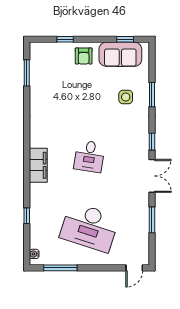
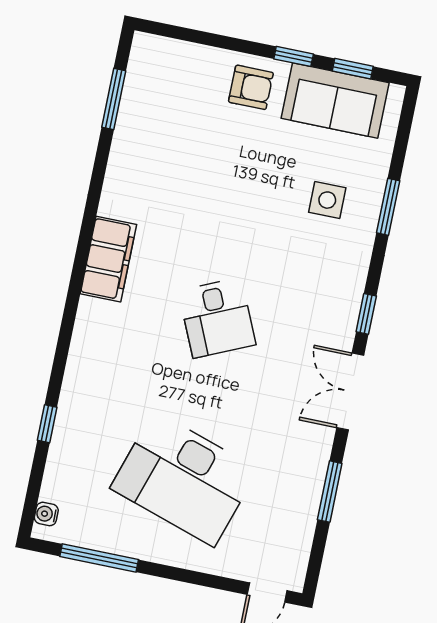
window: (65, 39) -> (294, 56), moved
armchair: (84, 56) -> (251, 87), turned -90
desk: (89, 156) -> (217, 318), turned -33
filing cabinet: (38, 165) -> (108, 259), moved
double door: (152, 176) -> (350, 391), swing flipped

